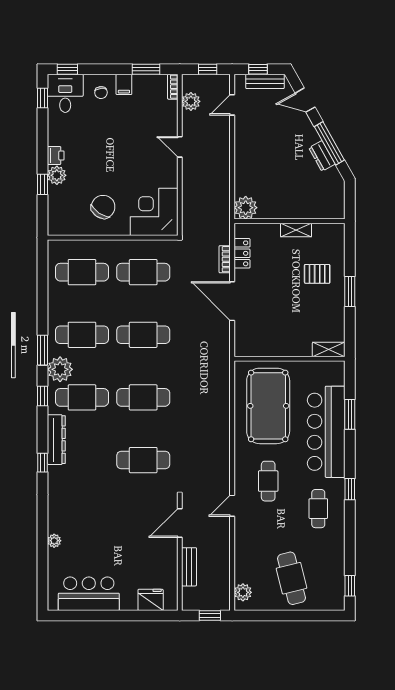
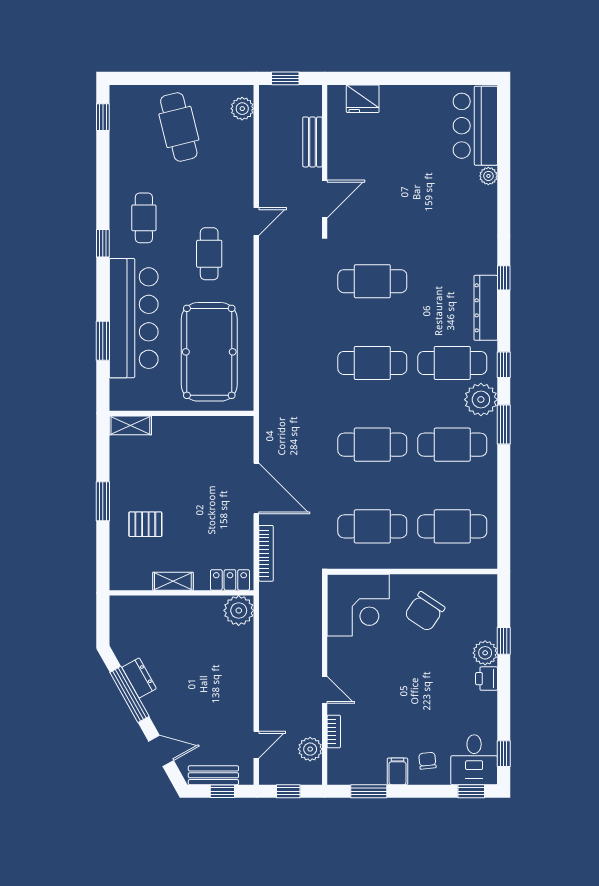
bookcase: (173, 87) -> (334, 732), moved
locker: (242, 253) -> (230, 580), moved, turned 90
bookcase: (225, 259) -> (266, 553), width x1.56
bar counter: (89, 594) -> (475, 126), moved, turned 90

